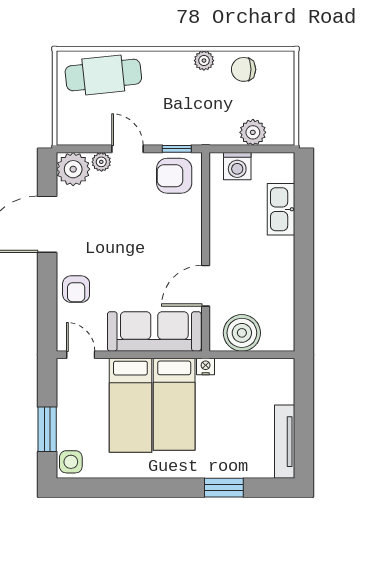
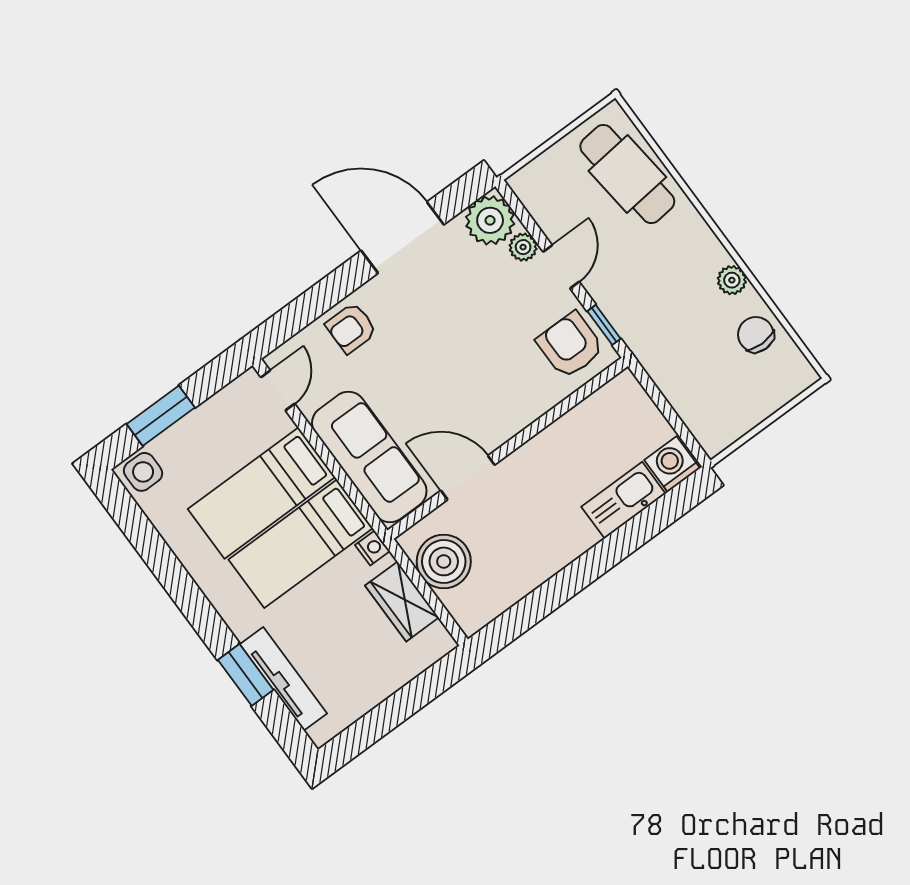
plant: (253, 132) -> (690, 400), removed
washing machine: (237, 166) -> (672, 464), moved, turned 90
wardrobe: (247, 372) -> (402, 601), added
tv unit: (285, 442) -> (283, 679), moved, turned 90

